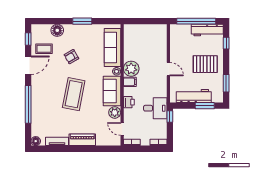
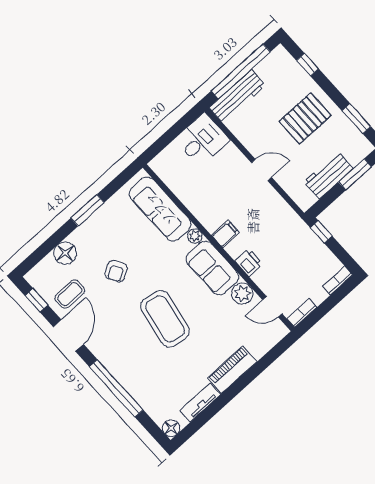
workbench: (207, 30) -> (237, 96), moved
plant: (131, 69) -> (211, 215), removed
workbench: (194, 96) -> (329, 175), width x0.73
desk: (155, 108) -> (202, 140), moved

